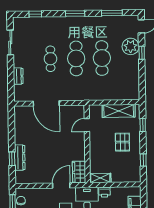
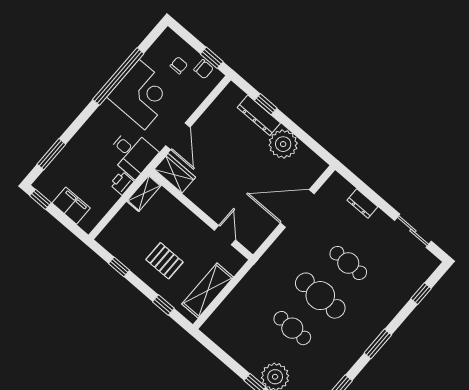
cafe table: (102, 58) -> (292, 328), width x0.73, depth x0.74
plant: (23, 135) -> (283, 144), added

